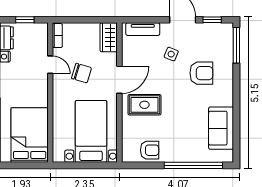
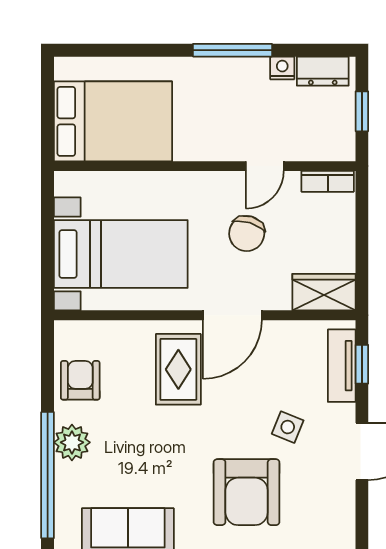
window: (212, 20) -> (362, 364), moved
armchair: (201, 73) -> (247, 492), width x1.36, depth x1.36
door: (119, 80) -> (232, 315), hinge flipped
armchair: (150, 150) -> (80, 380), turned 180
plant: (178, 154) -> (72, 442), added

